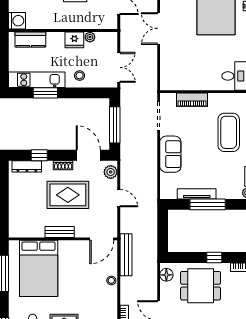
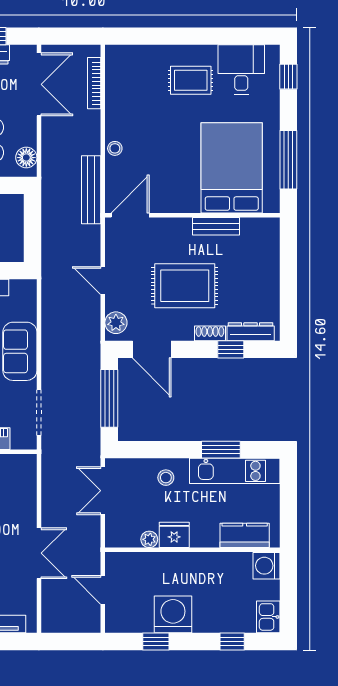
shoe rack: (63, 165) -> (210, 333), moved
bench: (60, 232) -> (216, 226), moved

